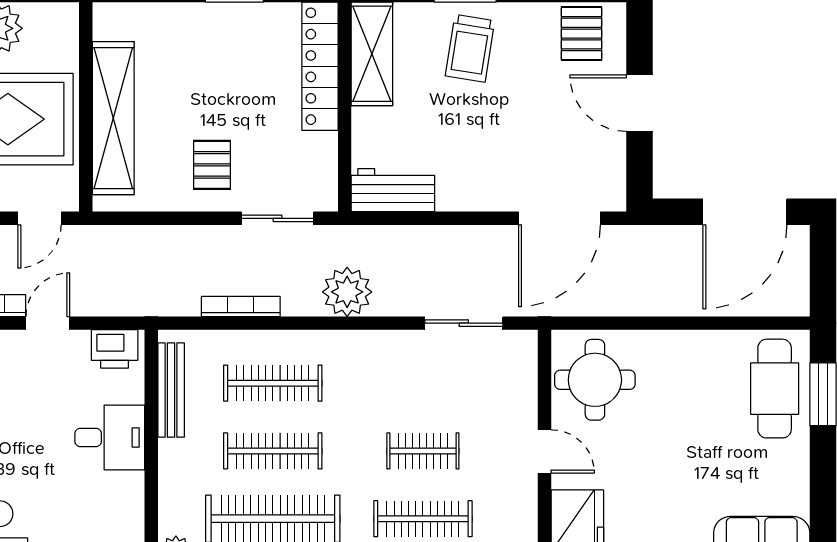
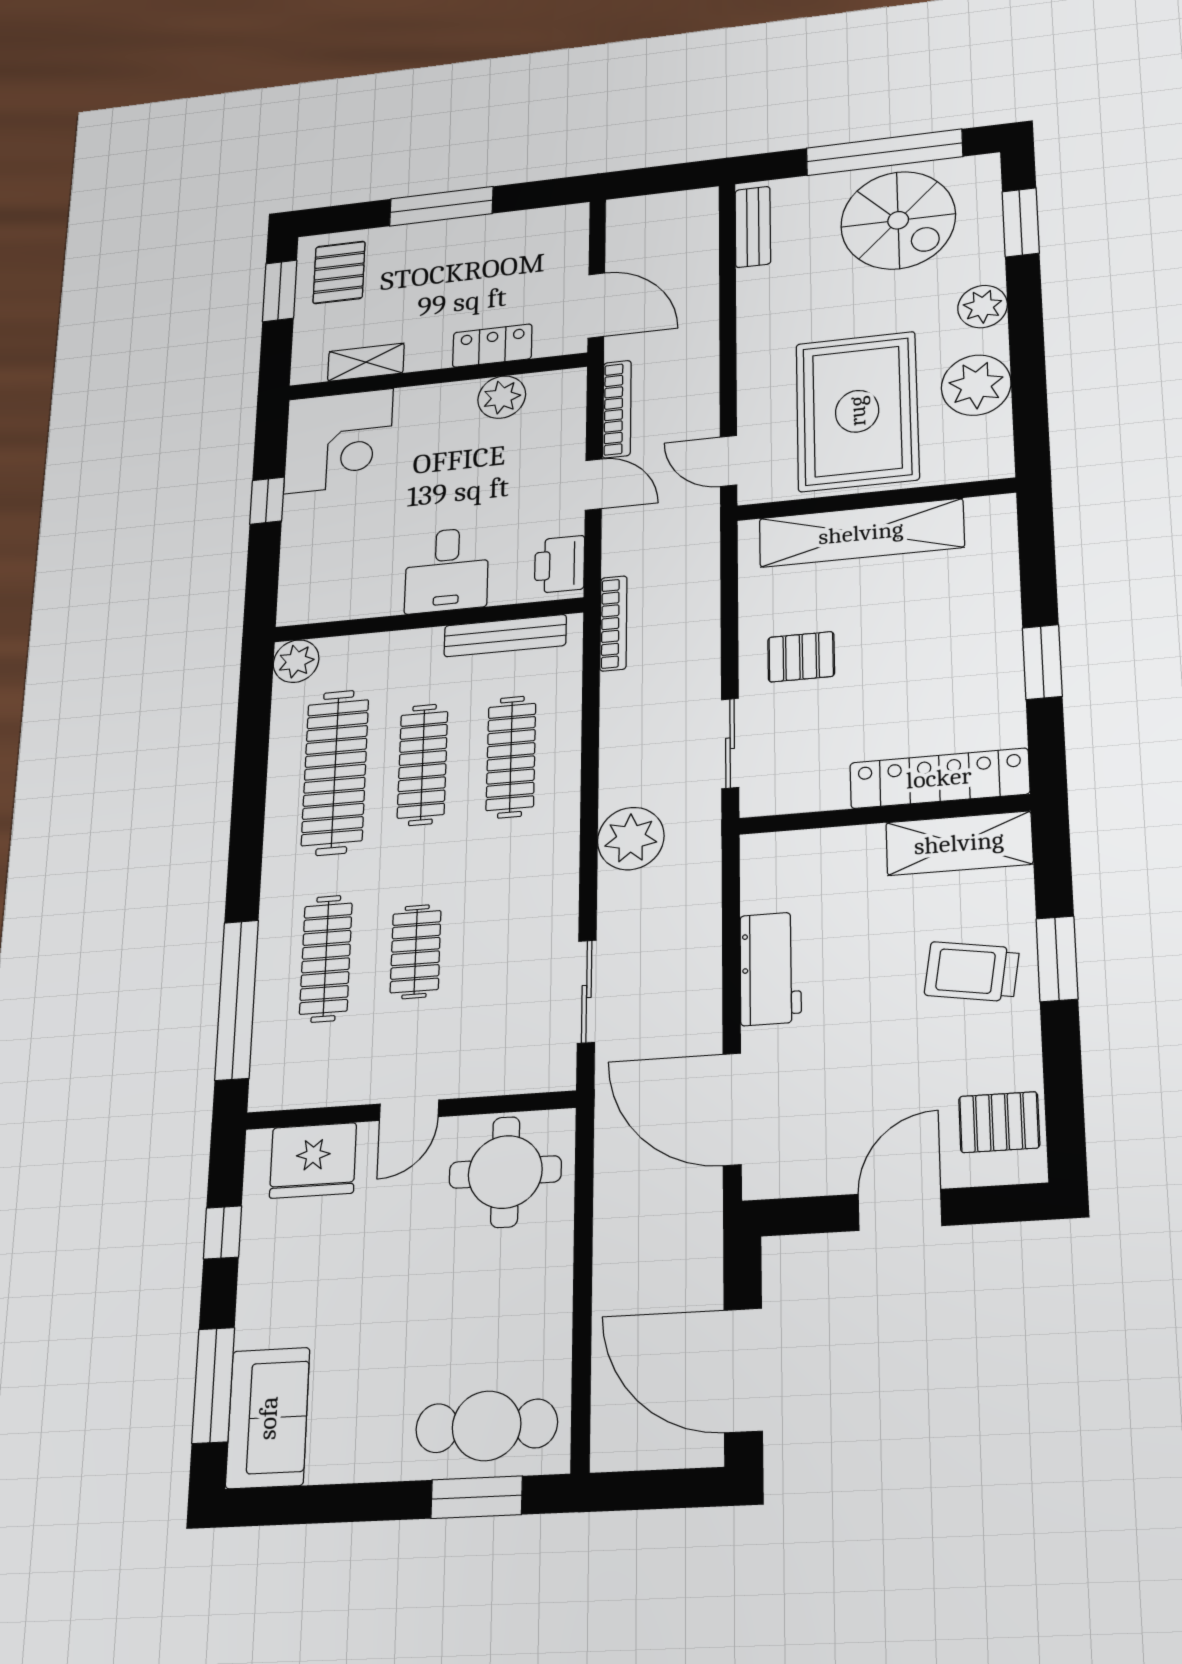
workbench: (393, 190) -> (771, 969), moved
bookcase: (241, 307) -> (613, 623), moved

